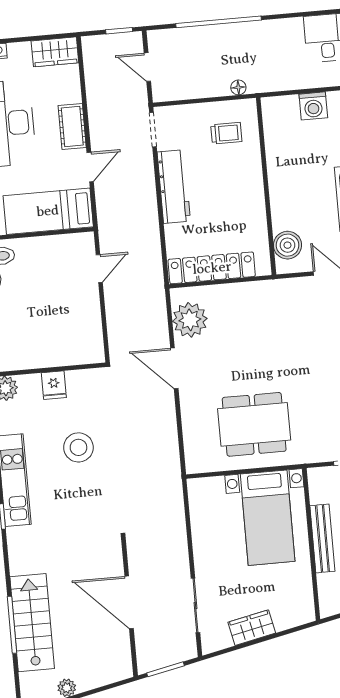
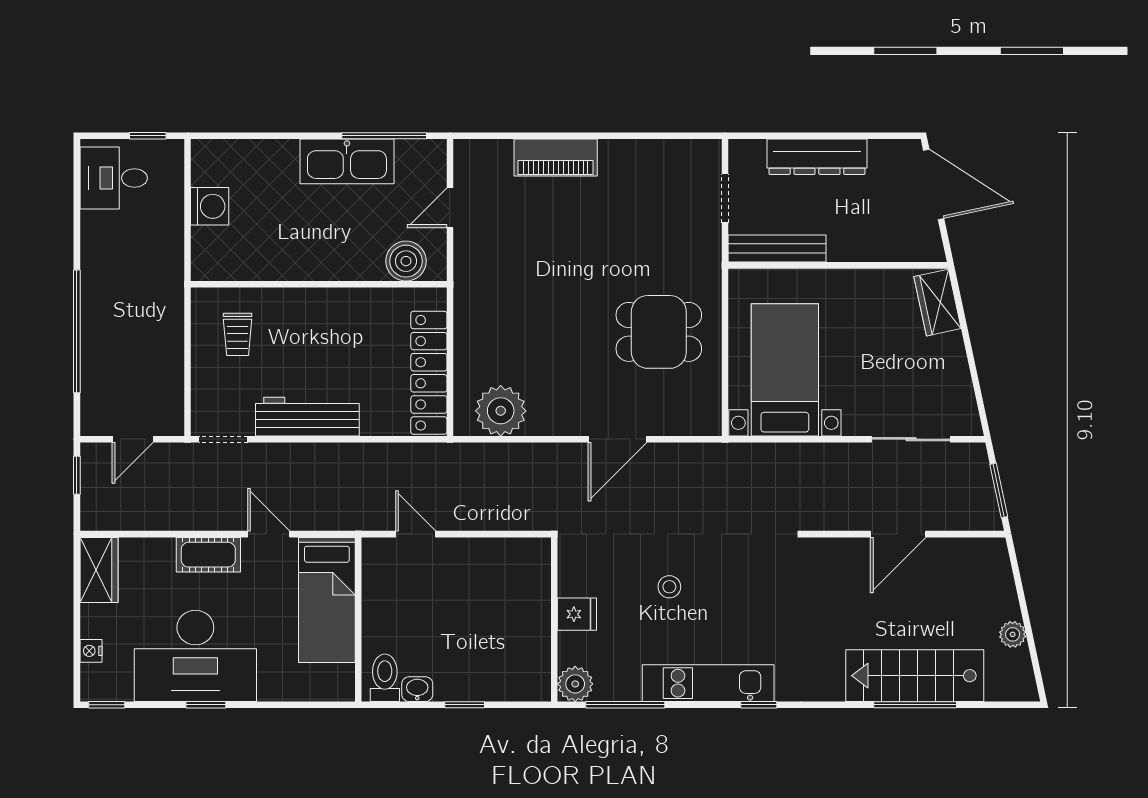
floor lamp: (238, 87) -> (174, 311), removed
trolley: (226, 133) -> (238, 334), turned 180
door: (174, 368) -> (617, 439), moved
dining table: (254, 424) -> (659, 332), width x0.73
stool: (78, 447) -> (669, 587), width x0.53, depth x0.53
bed with nightstands: (268, 518) -> (785, 370), moved, turned -90
bench: (322, 538) -> (777, 249), moved
door: (129, 602) -> (898, 534), width x0.73
wardrobe: (252, 628) -> (938, 303), moved

